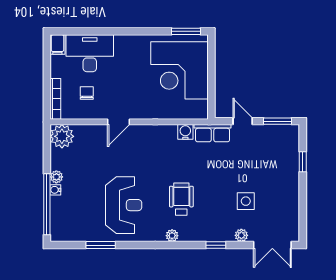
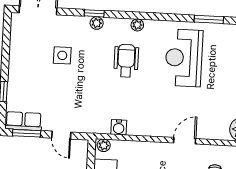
plant: (199, 113) -> (104, 145), added
row of seats: (213, 133) -> (23, 121), moved
wheelchair: (181, 199) -> (126, 61), turned 180
plant: (241, 235) -> (97, 23), moved

